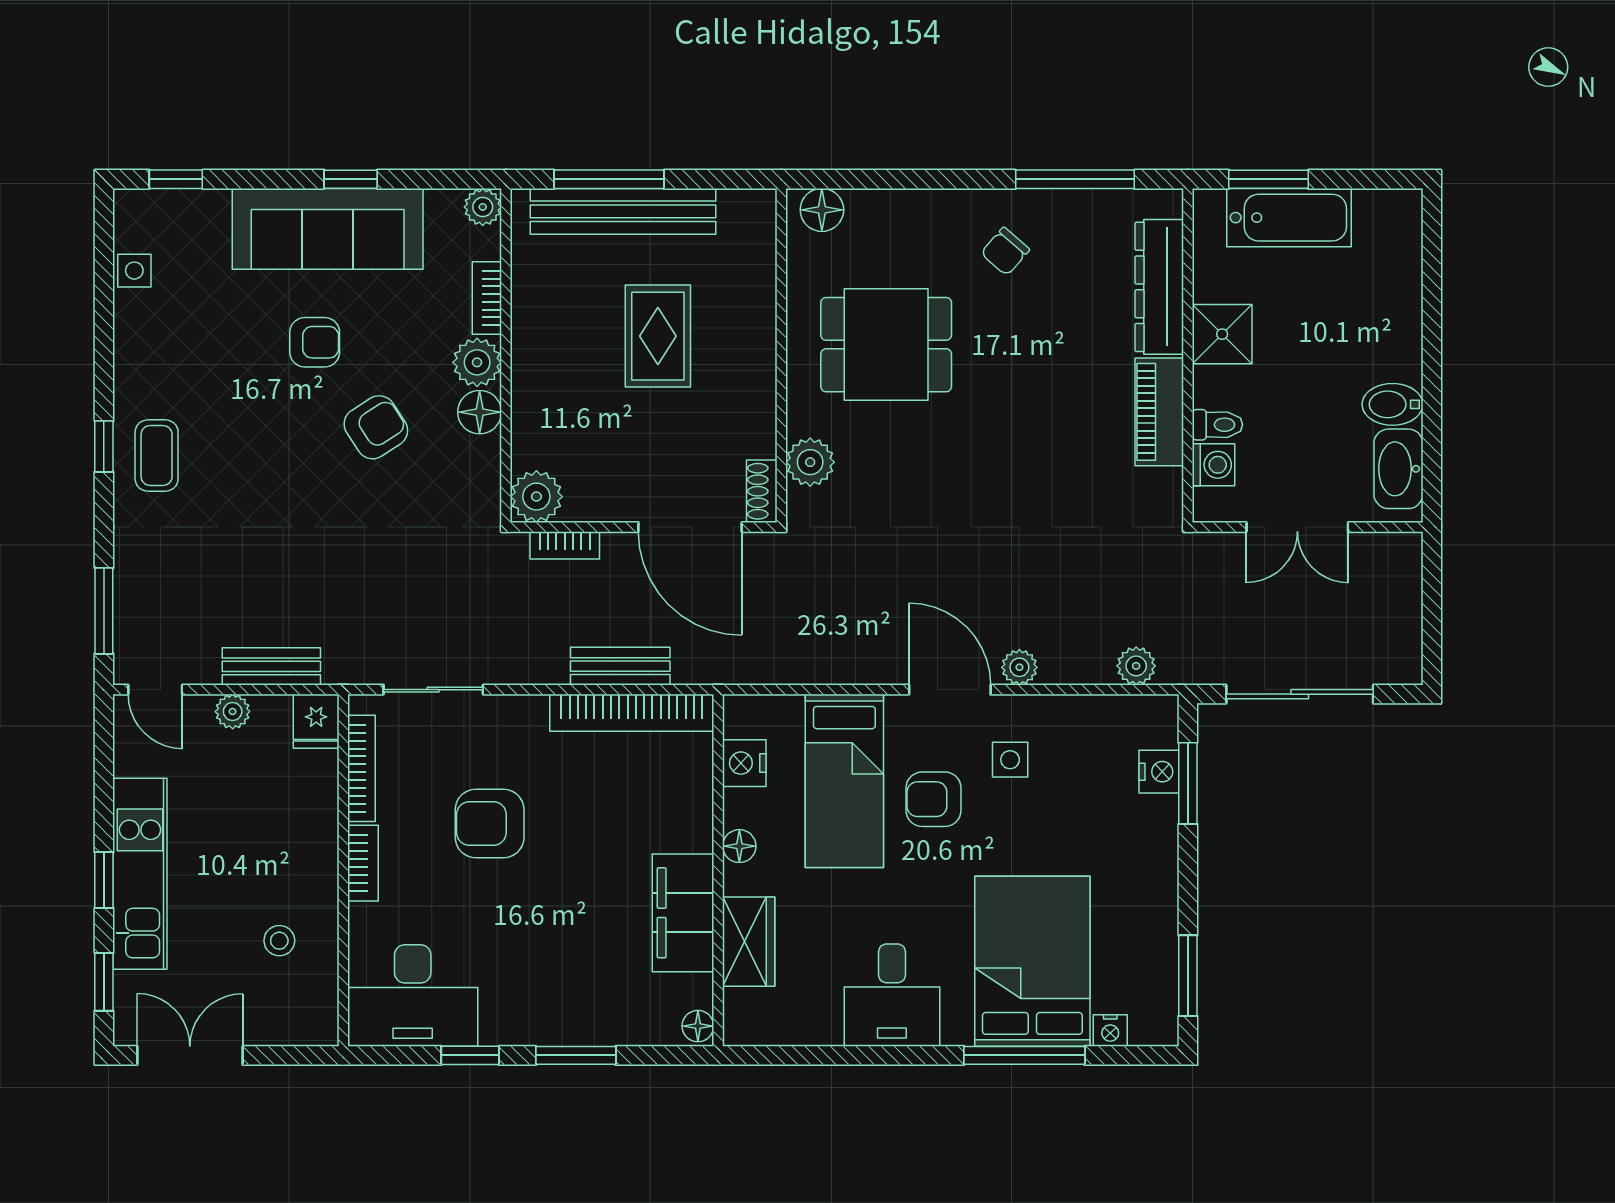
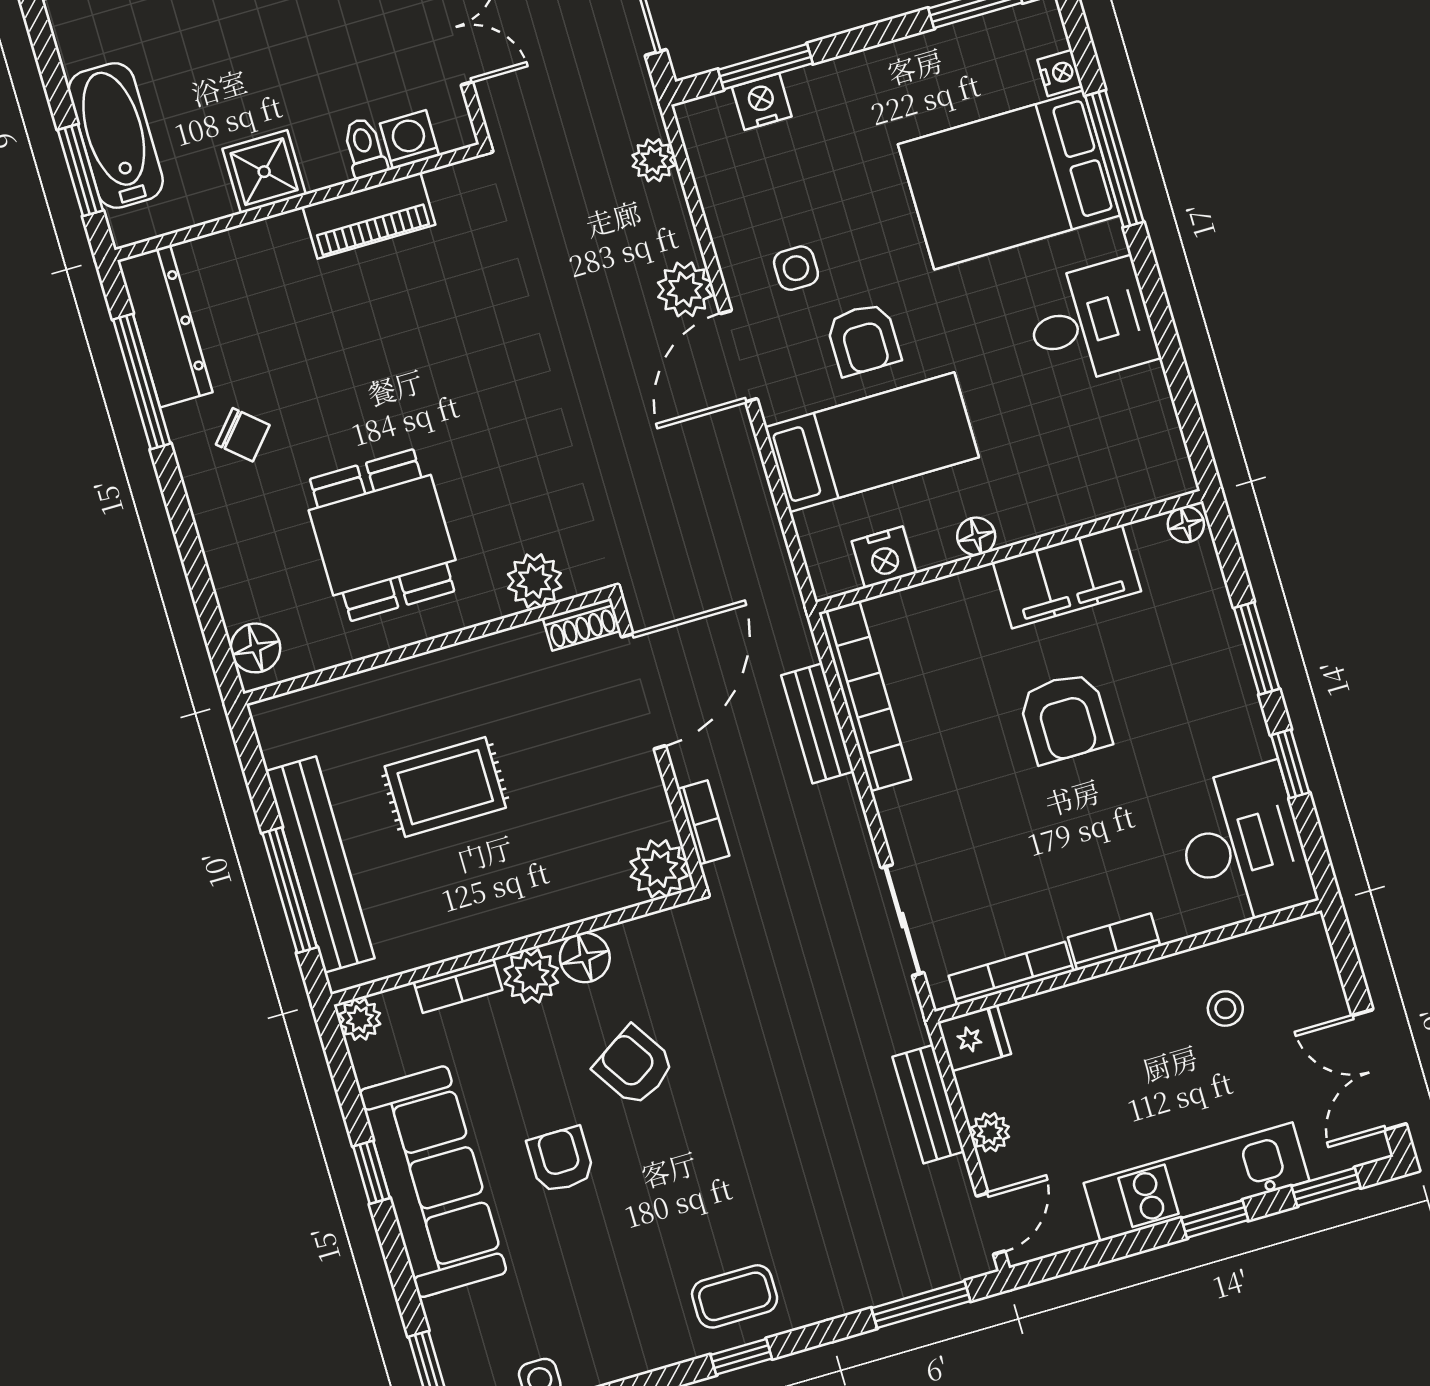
dresser: (1159, 287) -> (165, 326), moved, turned -90
plant: (1019, 667) -> (685, 289), width x1.38, depth x1.38
armchair: (490, 824) -> (1065, 718), moved
wardrobe: (749, 942) -> (1077, 496), removed

